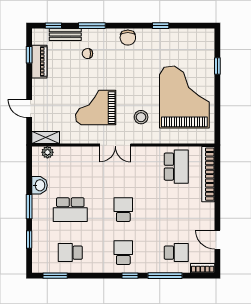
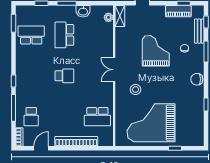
grand piano: (184, 97) -> (151, 123), turned 180
grand piano: (96, 108) -> (156, 51), moved
bookcase: (208, 174) -> (76, 141), moved
school desk: (70, 253) -> (31, 35), width x1.85
school desk: (123, 253) -> (31, 76), removed

